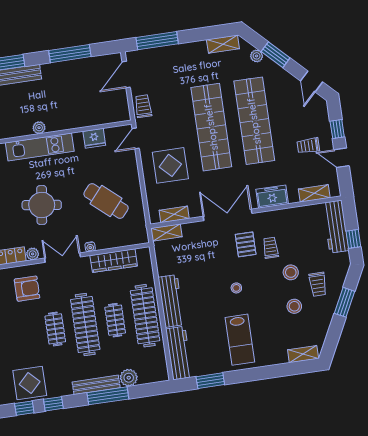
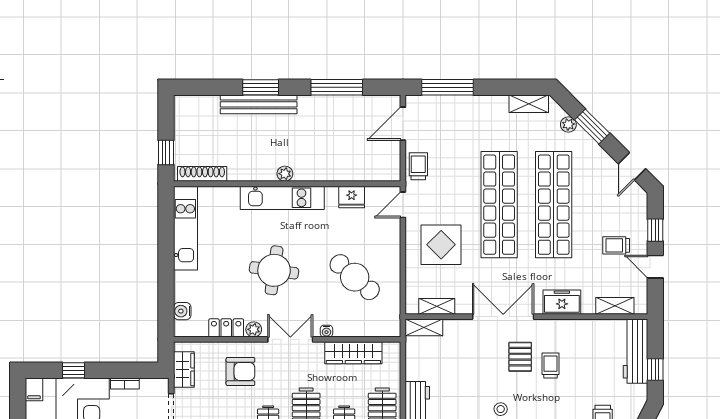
stool: (291, 272) -> (571, 400), removed

